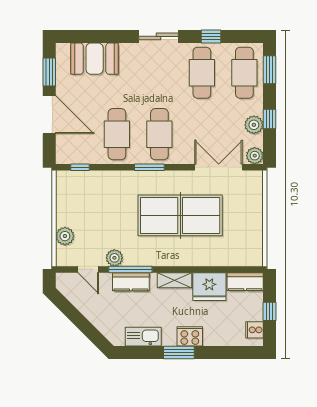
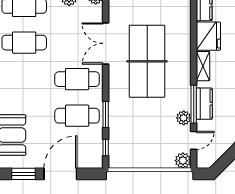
window: (149, 167) -> (106, 114), moved
double door: (219, 167) -> (106, 43), moved
plant: (65, 236) -> (183, 161), moved

